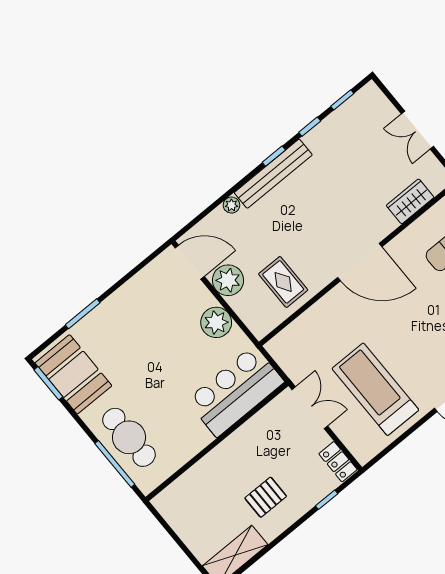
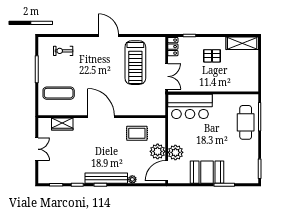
door: (190, 262) -> (167, 171), hinge flipped
rug: (283, 282) -> (137, 133), turned 90
plant: (216, 322) -> (175, 152), moved
booth: (73, 374) -> (207, 172), moved, turned 90
double door: (310, 408) -> (167, 76), swing flipped

